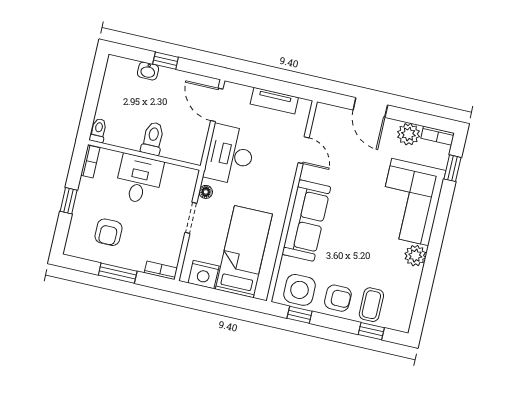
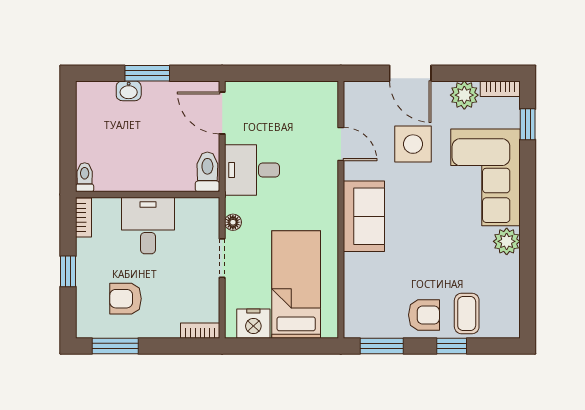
window: (166, 61) -> (147, 73), width x1.50
tv unit: (274, 101) -> (291, 92), removed
toilet: (153, 139) -> (207, 172), moved
desk: (230, 155) -> (252, 170), width x0.73
sofa: (306, 221) -> (364, 216), width x0.73
armchair: (108, 232) -> (126, 299), turned 90
window: (118, 273) -> (115, 346), moved
side table: (300, 290) -> (413, 144), moved
window: (300, 315) -> (382, 346), width x1.50
window: (371, 331) -> (452, 346), moved

